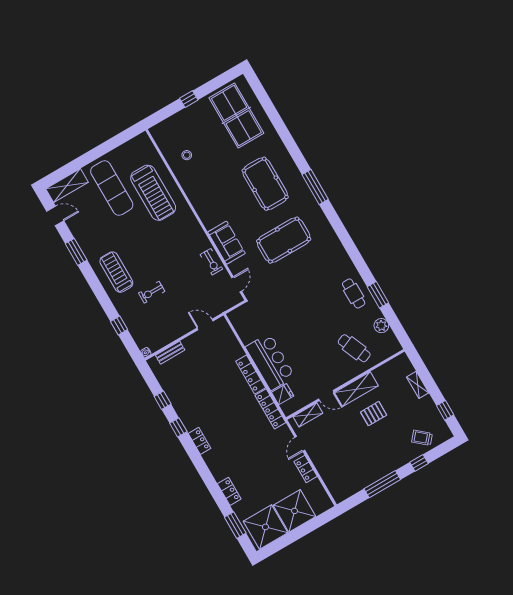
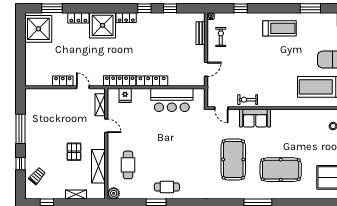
exercise bike: (152, 292) -> (221, 37), moved
plant: (381, 326) -> (114, 193), moved
cafe table: (354, 348) -> (128, 165), turned -67
bar counter: (270, 362) -> (172, 100), moved
shelving: (356, 389) -> (98, 166), moved
door: (326, 395) -> (106, 126), swing flipped
shower: (295, 511) -> (103, 25), moved

